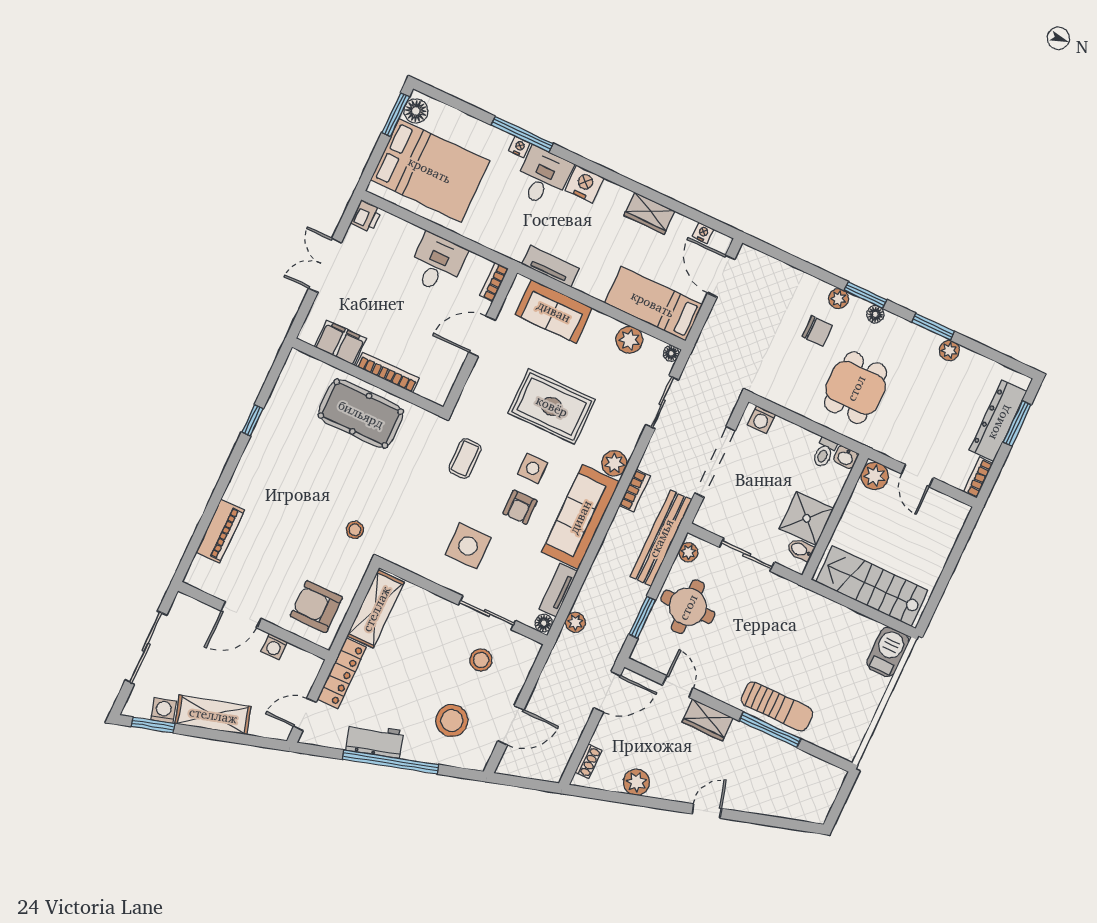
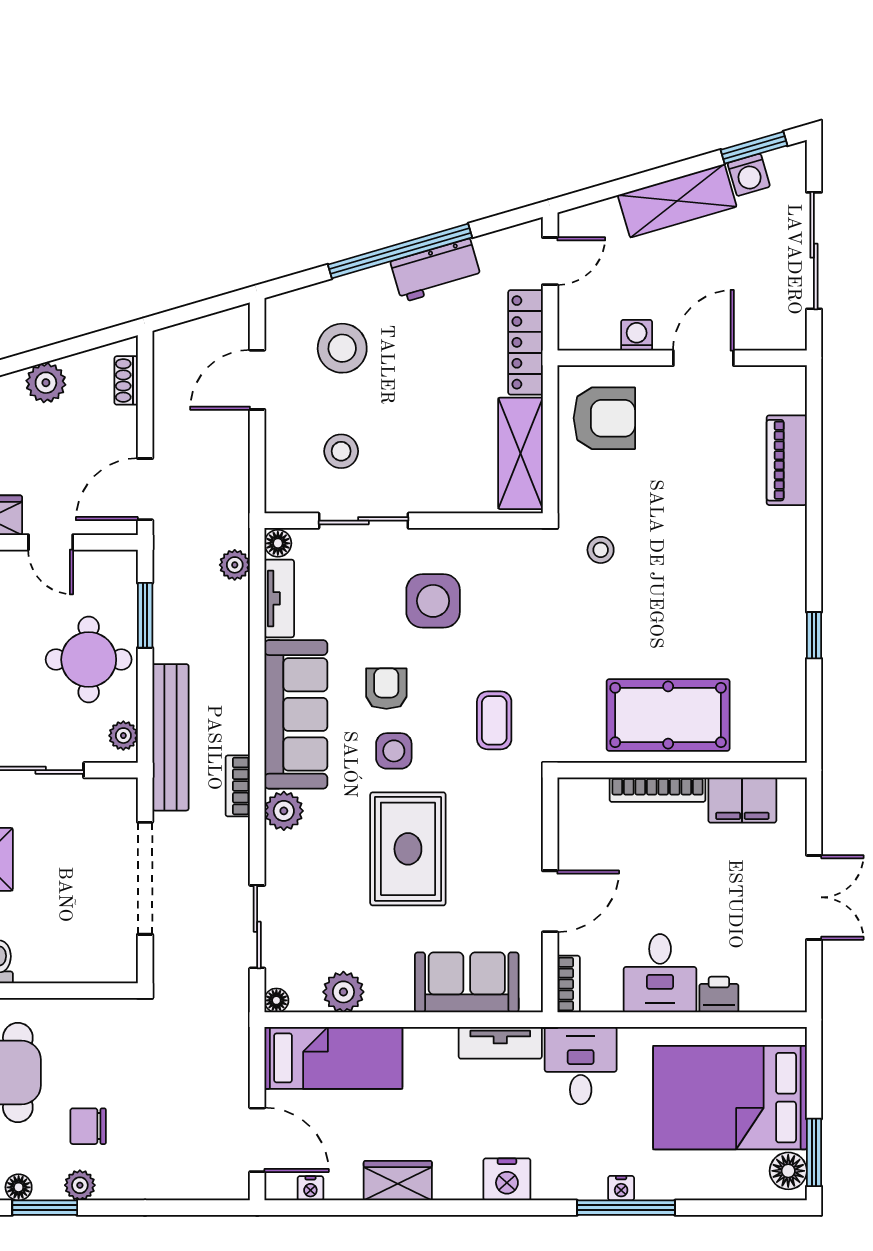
desk: (543, 177) -> (581, 1066), moved, turned 180
printer: (366, 217) -> (719, 995), moved, turned 90
rug: (552, 406) -> (408, 849), turned 90
washing machine: (761, 420) -> (108, 967), removed

